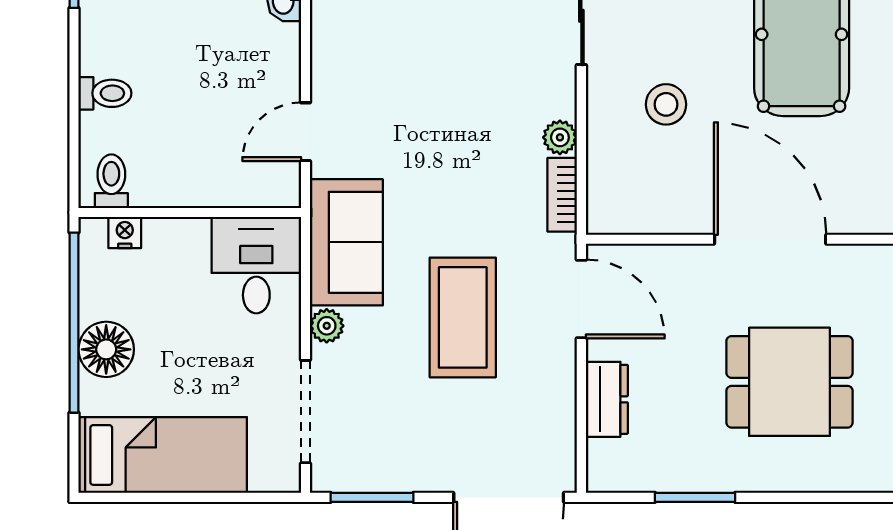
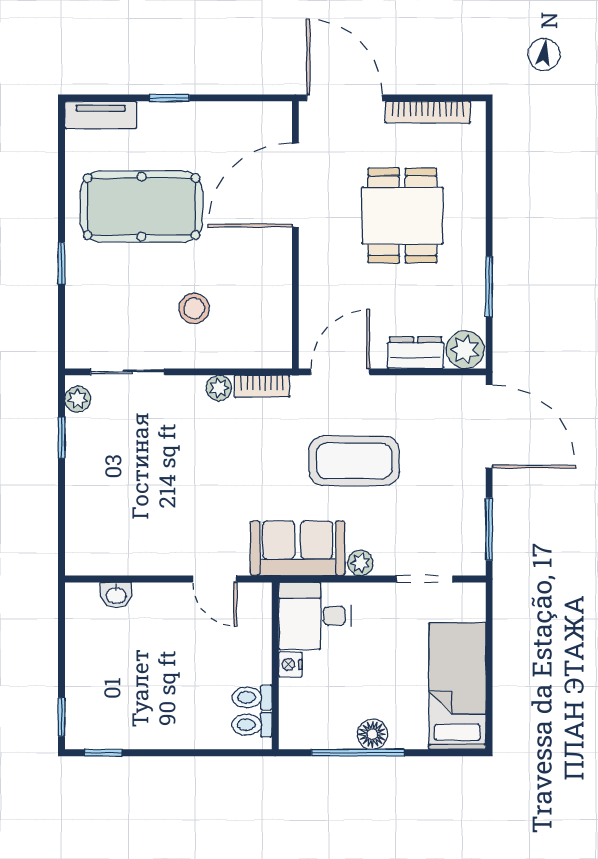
toilet: (105, 93) -> (252, 697), moved, turned -90
nightstand: (125, 233) -> (290, 664), moved
door: (770, 239) -> (295, 185), moved
window: (74, 323) -> (358, 753), width x0.68
floor lamp: (106, 349) -> (372, 734), width x0.73, depth x0.73
doorway: (305, 412) -> (425, 579), width x0.73
plant: (611, 465) -> (465, 350), added

